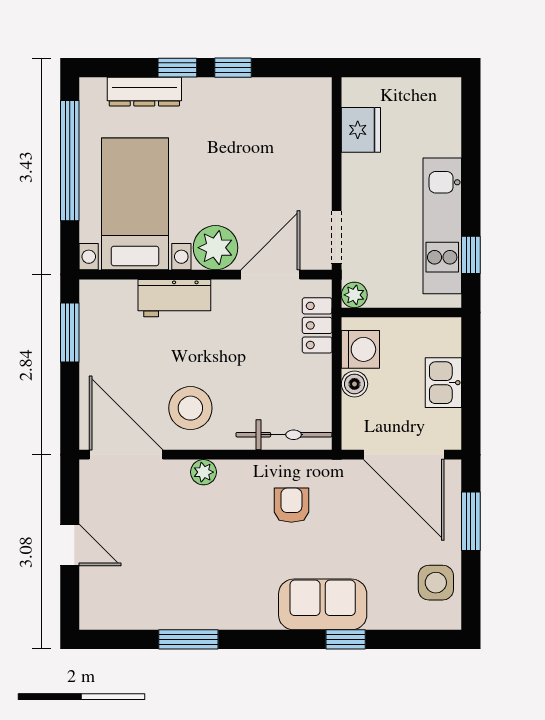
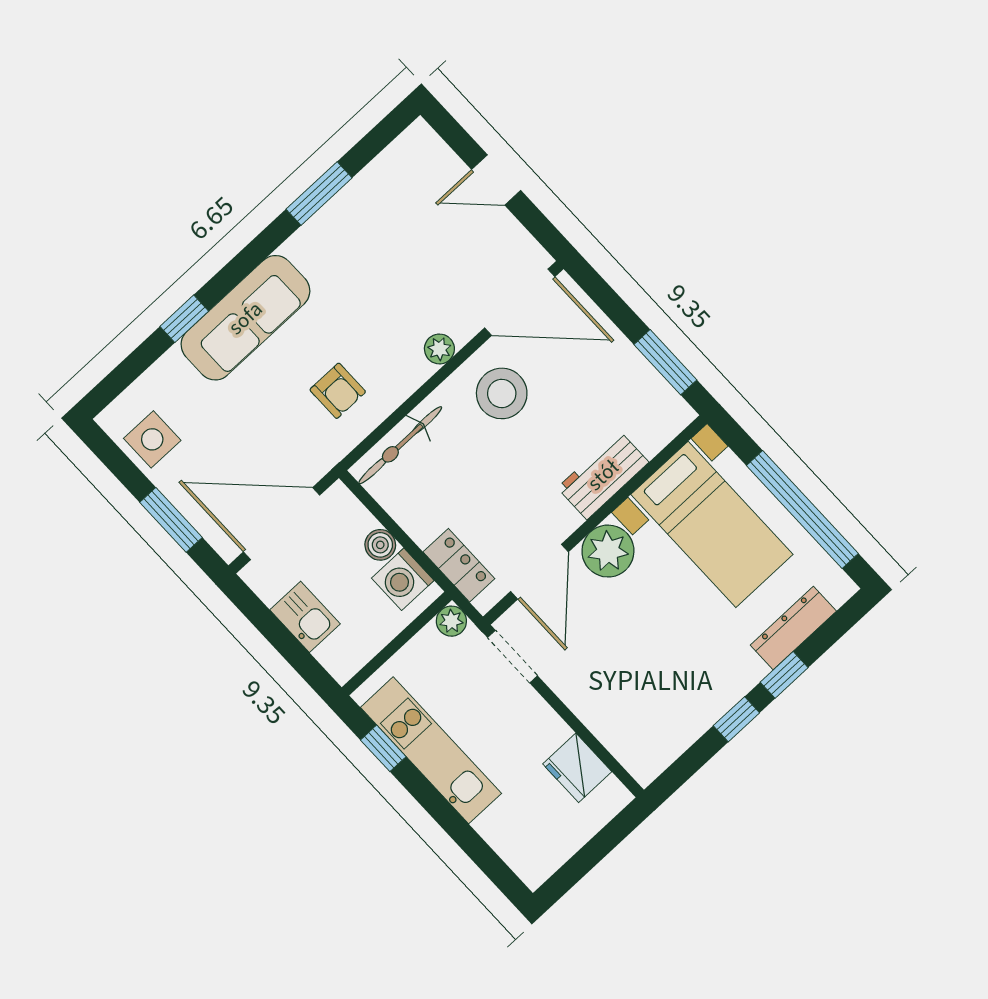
sofa: (323, 604) -> (245, 318), width x1.36

